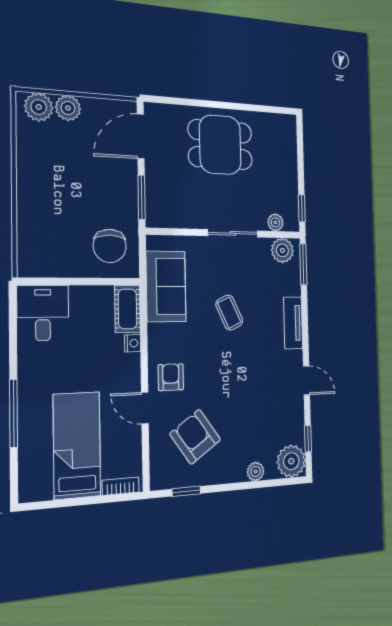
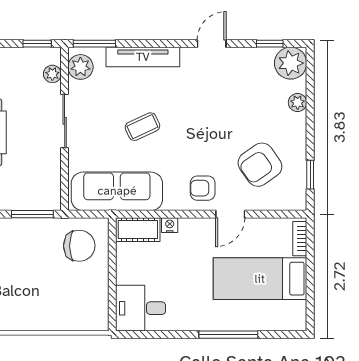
sofa: (166, 286) -> (117, 191), width x1.36
tv unit: (293, 323) -> (143, 57), width x1.41

